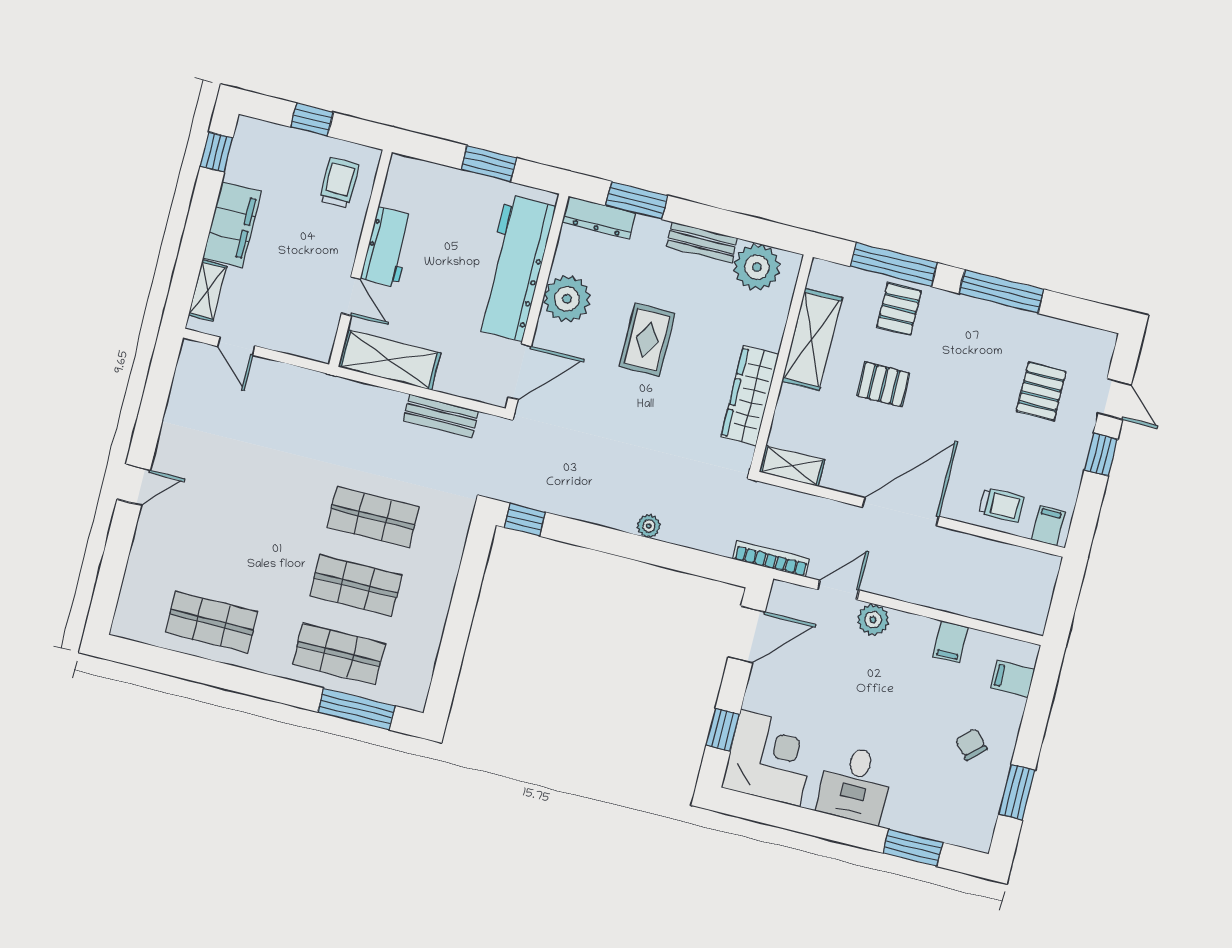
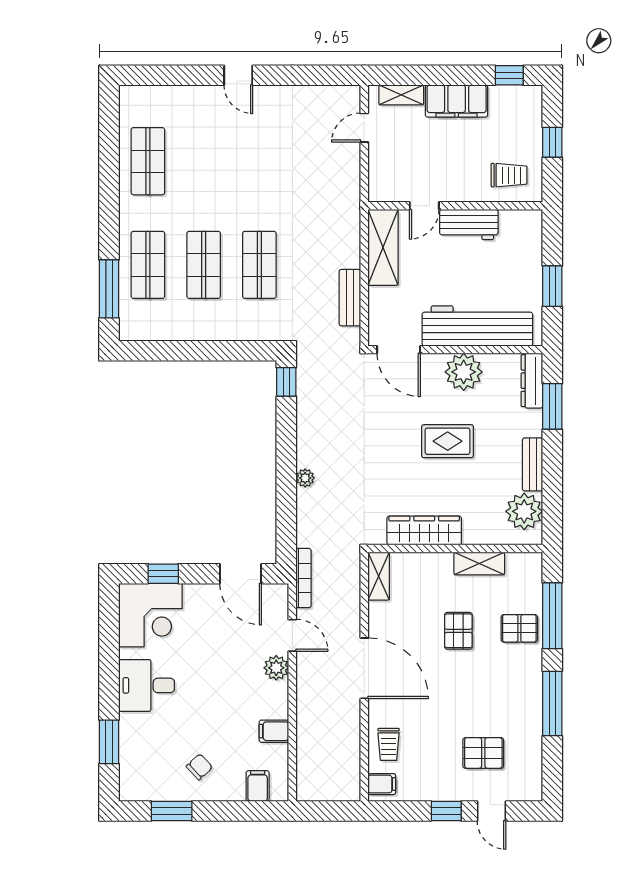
shelving: (812, 339) -> (479, 563), width x0.67, depth x0.75
door: (1115, 399) -> (491, 811), hinge flipped

